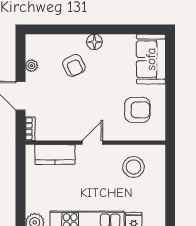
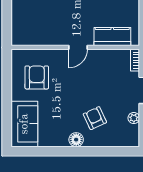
armchair: (137, 110) -> (37, 77), turned 90
stool: (133, 167) -> (40, 25), removed

